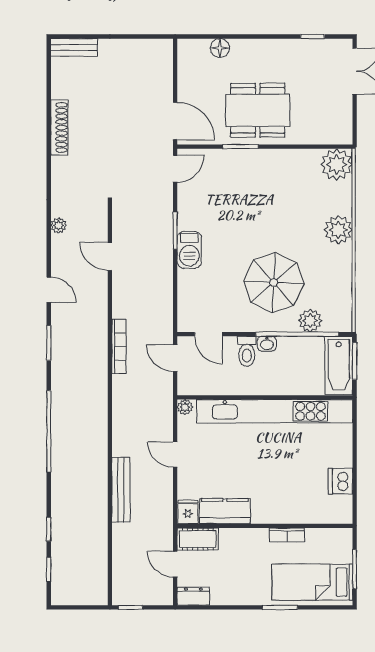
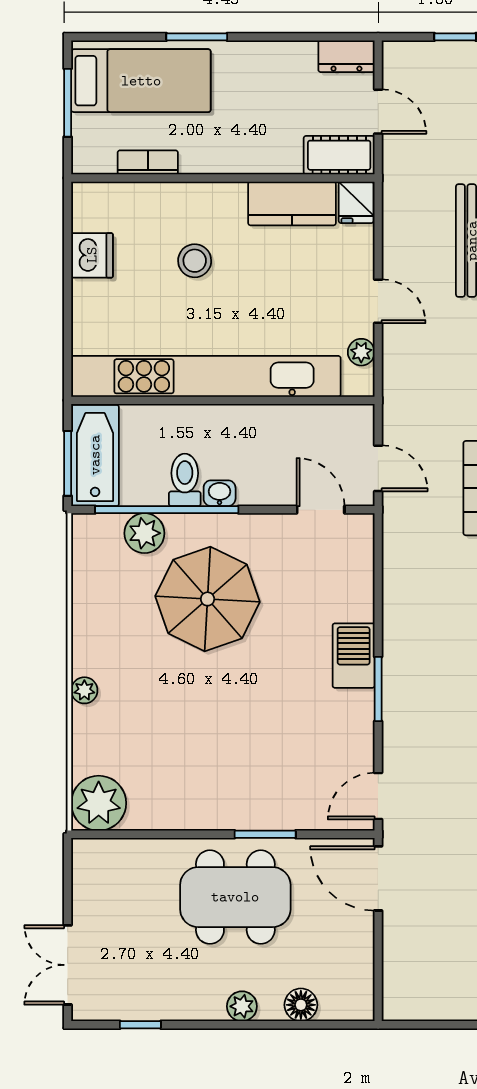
plant: (254, 47) -> (242, 1006), added
plant: (338, 230) -> (84, 690), width x0.53, depth x0.53
toilet: (247, 351) -> (185, 480), moved
plant: (185, 407) -> (361, 352), moved
stool: (281, 478) -> (195, 261), added
bookcase: (287, 535) -> (148, 162), moved

